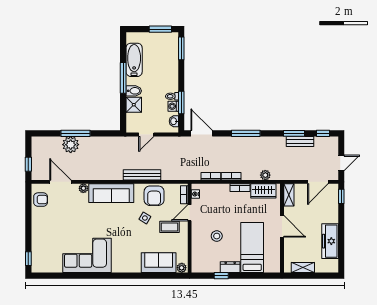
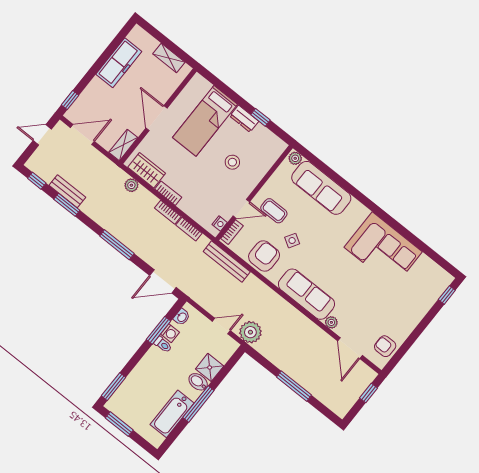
door: (202, 133) -> (163, 281), hinge flipped
plant: (71, 145) -> (250, 332), moved
bench: (142, 175) -> (227, 262), moved
sofa: (159, 263) -> (321, 188), width x1.36

